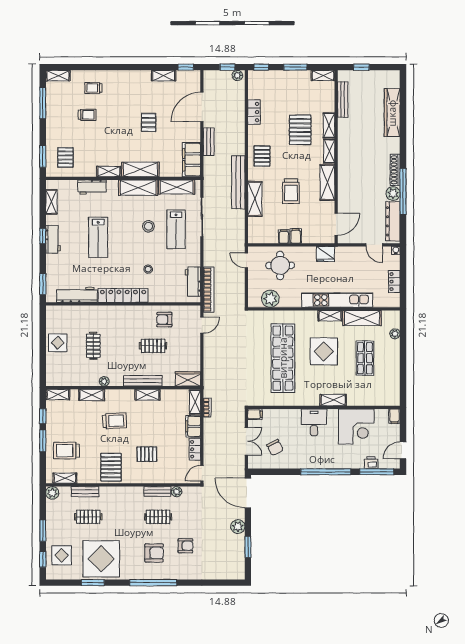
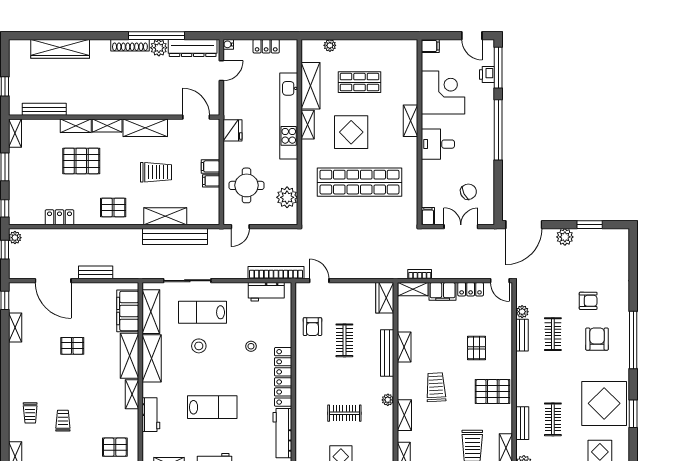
filing cabinet: (192, 160) -> (128, 311), moved, turned 90
bench: (238, 182) -> (175, 237), moved
lab bench: (176, 229) -> (202, 312), turned 180
armchair: (185, 546) -> (588, 301), turned 90

